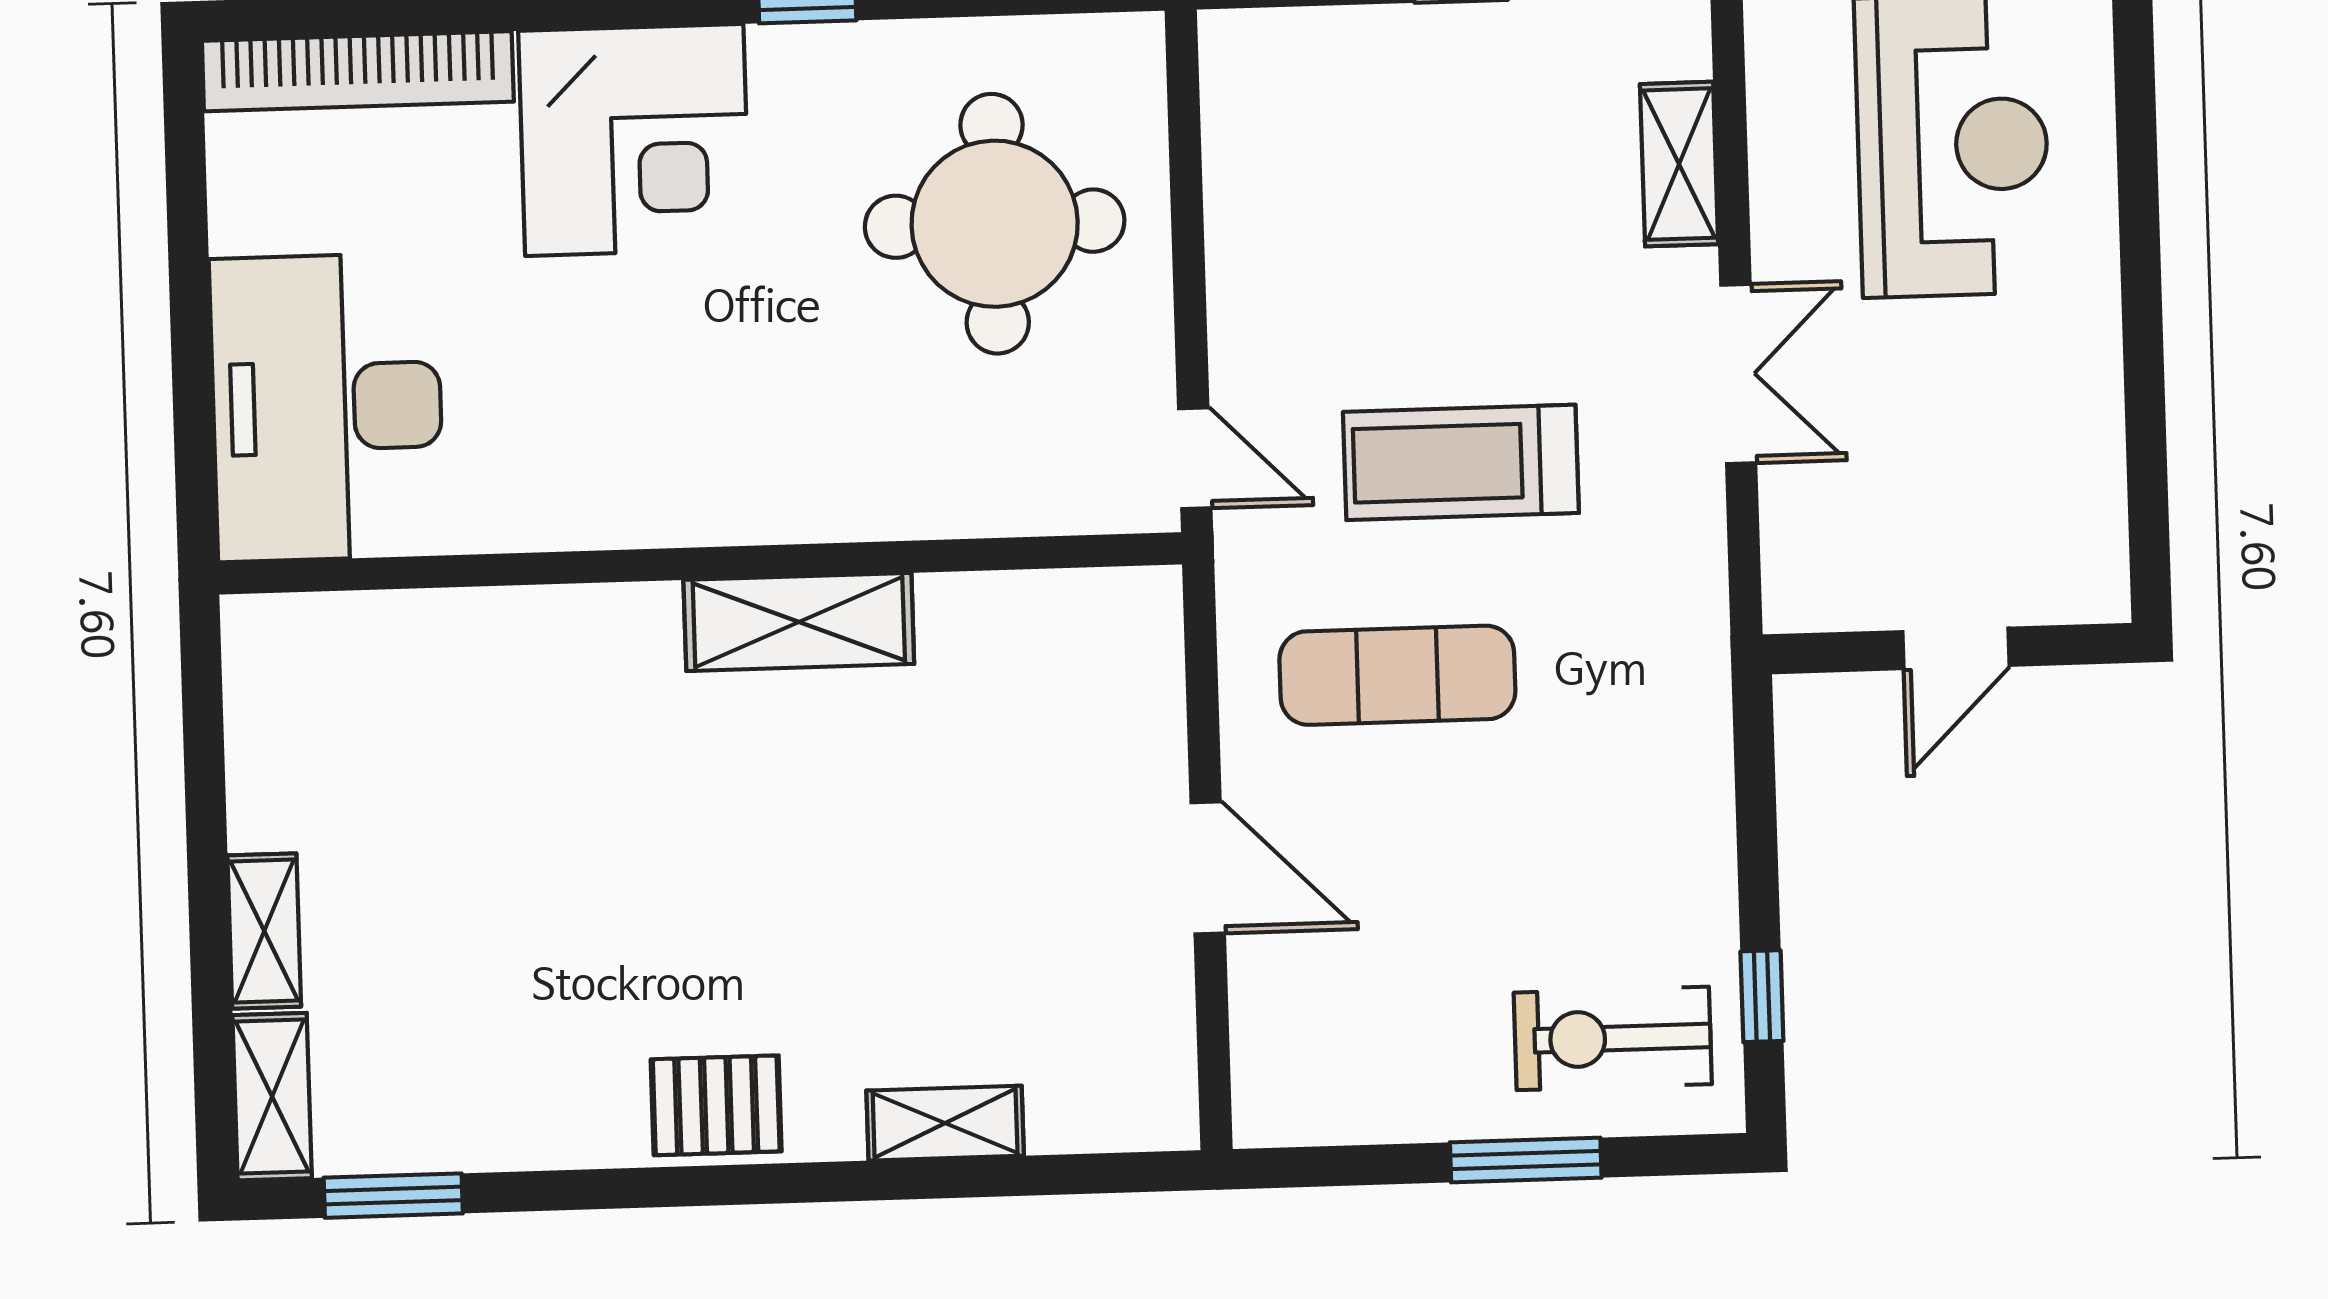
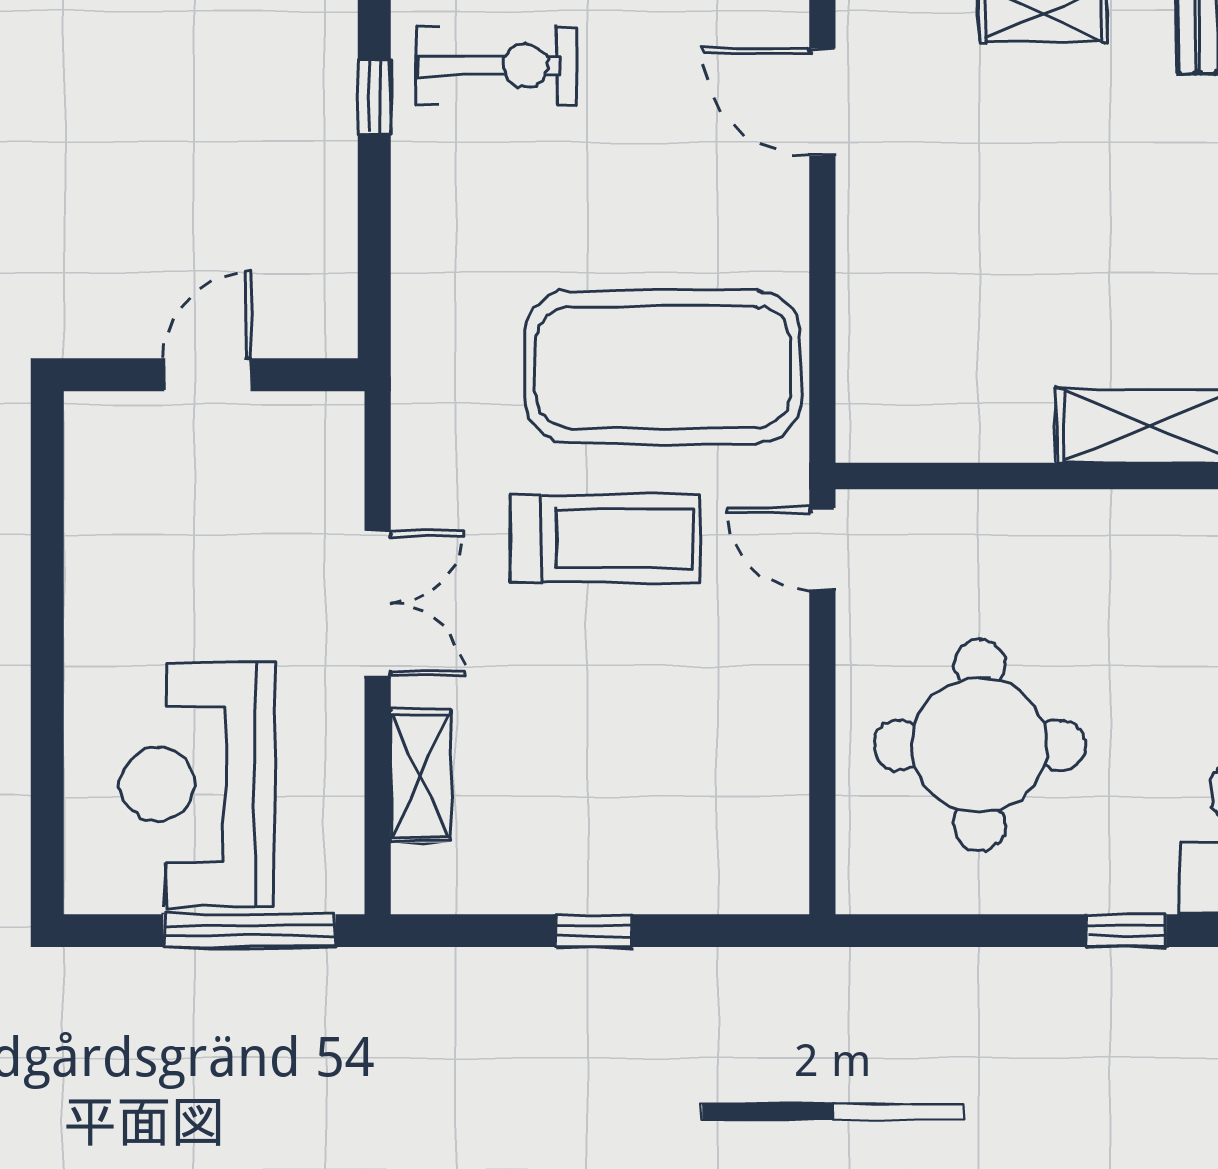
double door: (1738, 374) -> (378, 604), swing flipped
exercise mat: (1397, 675) -> (663, 367), width x2.00, depth x1.45
door: (1208, 868) -> (822, 102), moved

